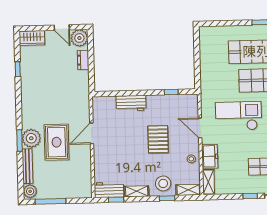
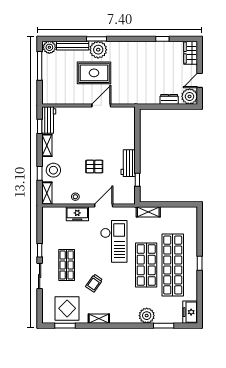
workbench: (131, 103) -> (128, 163), moved
door: (92, 133) -> (101, 105), hinge flipped
pallet: (158, 139) -> (94, 167), width x0.67, depth x0.71
shelving: (208, 182) -> (148, 212), moved

